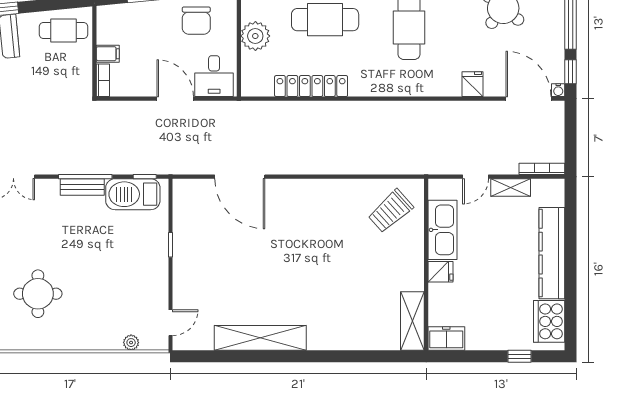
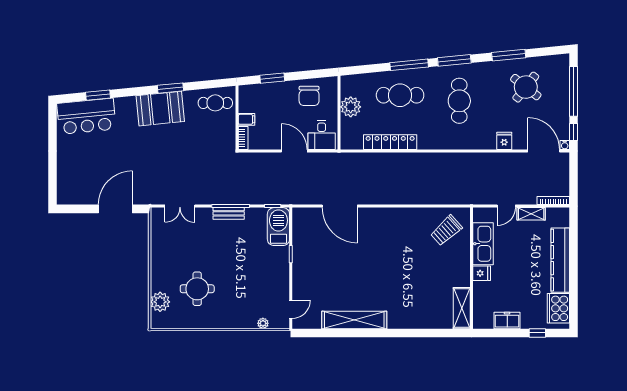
barbecue: (133, 194) -> (278, 227), moved, turned 90
freezer: (446, 338) -> (507, 320), moved

